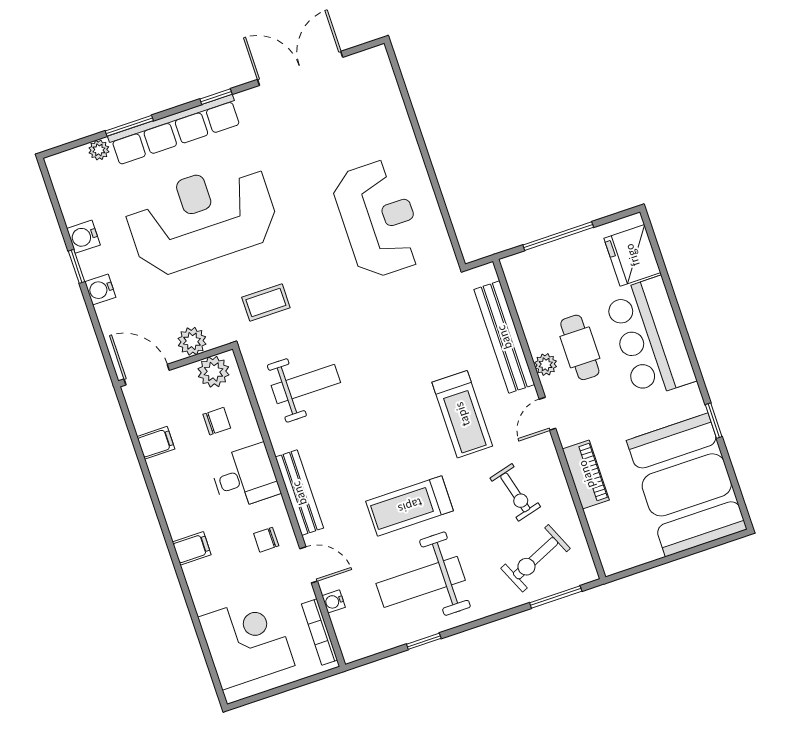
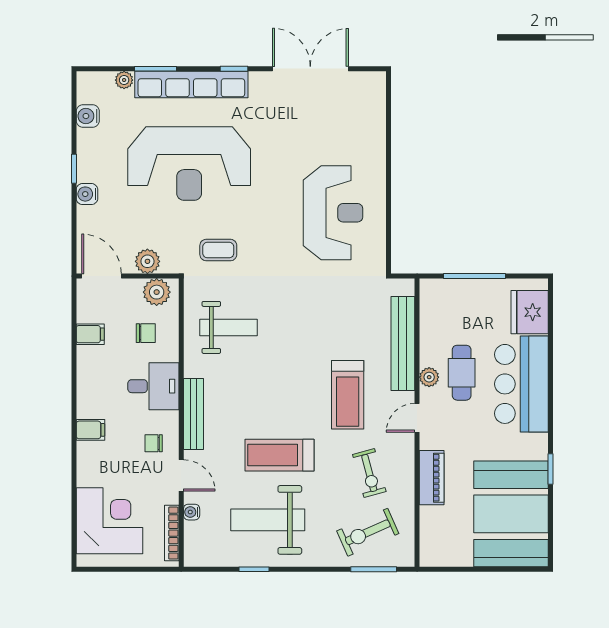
reception desk: (202, 218) -> (189, 164), turned 180
water cooler: (83, 237) -> (88, 116), moved

